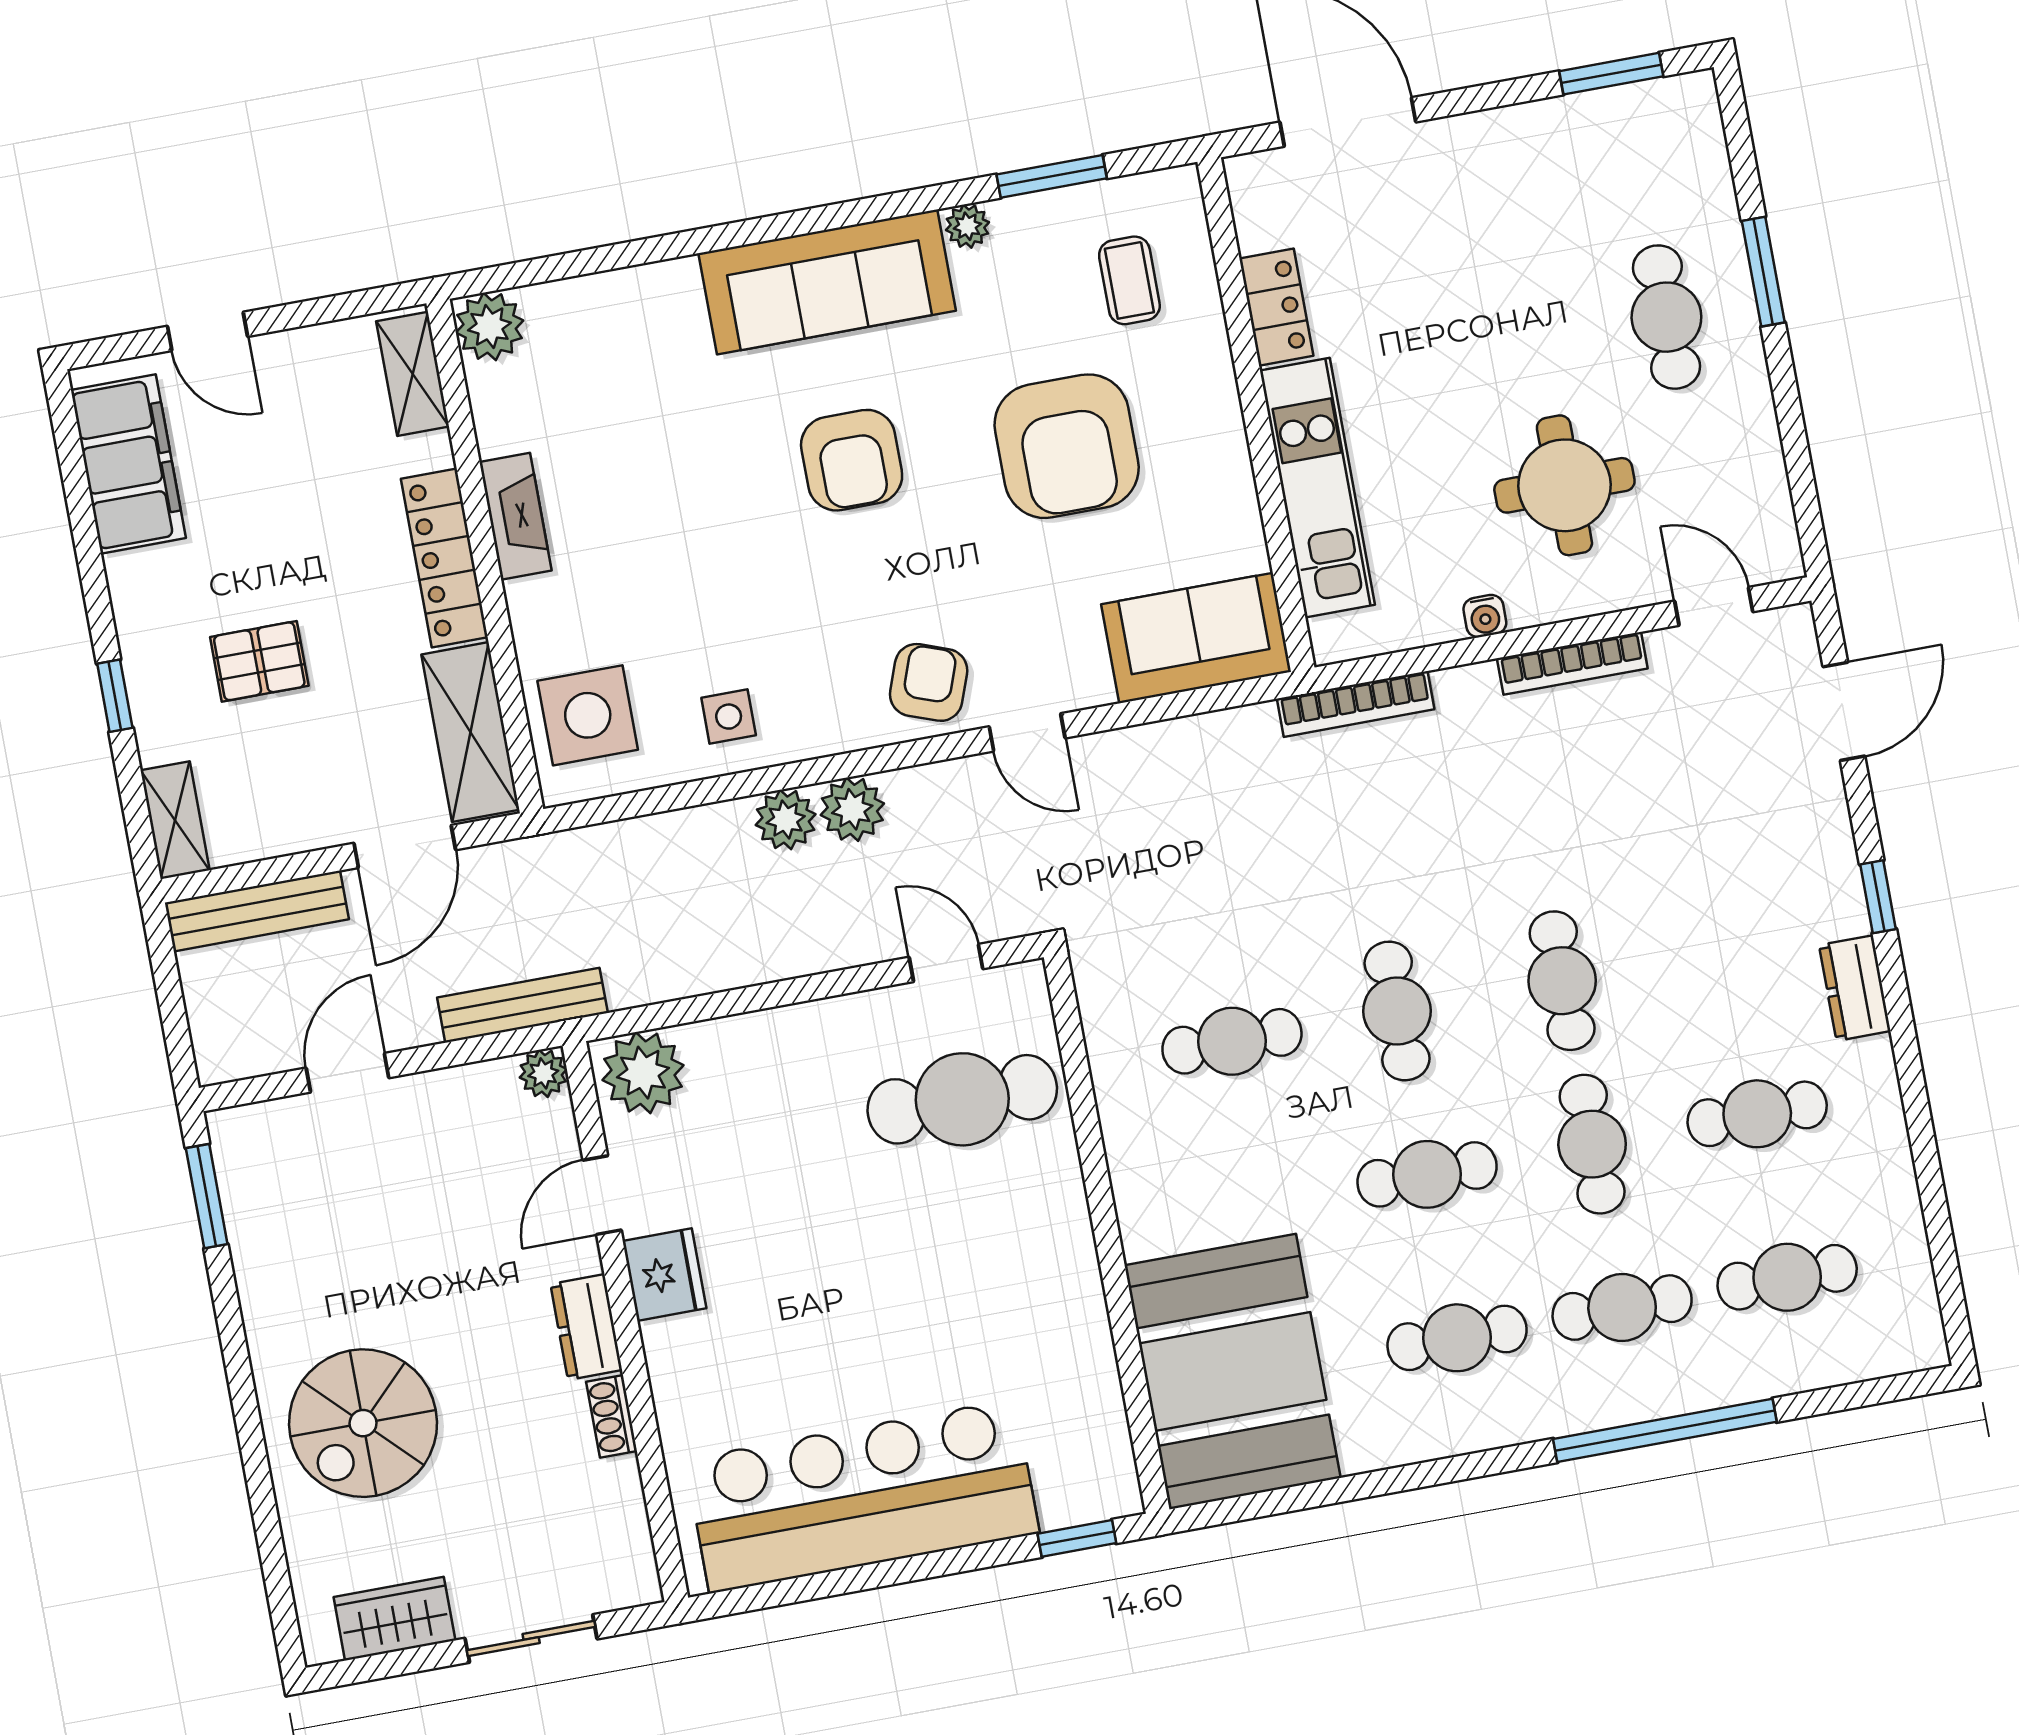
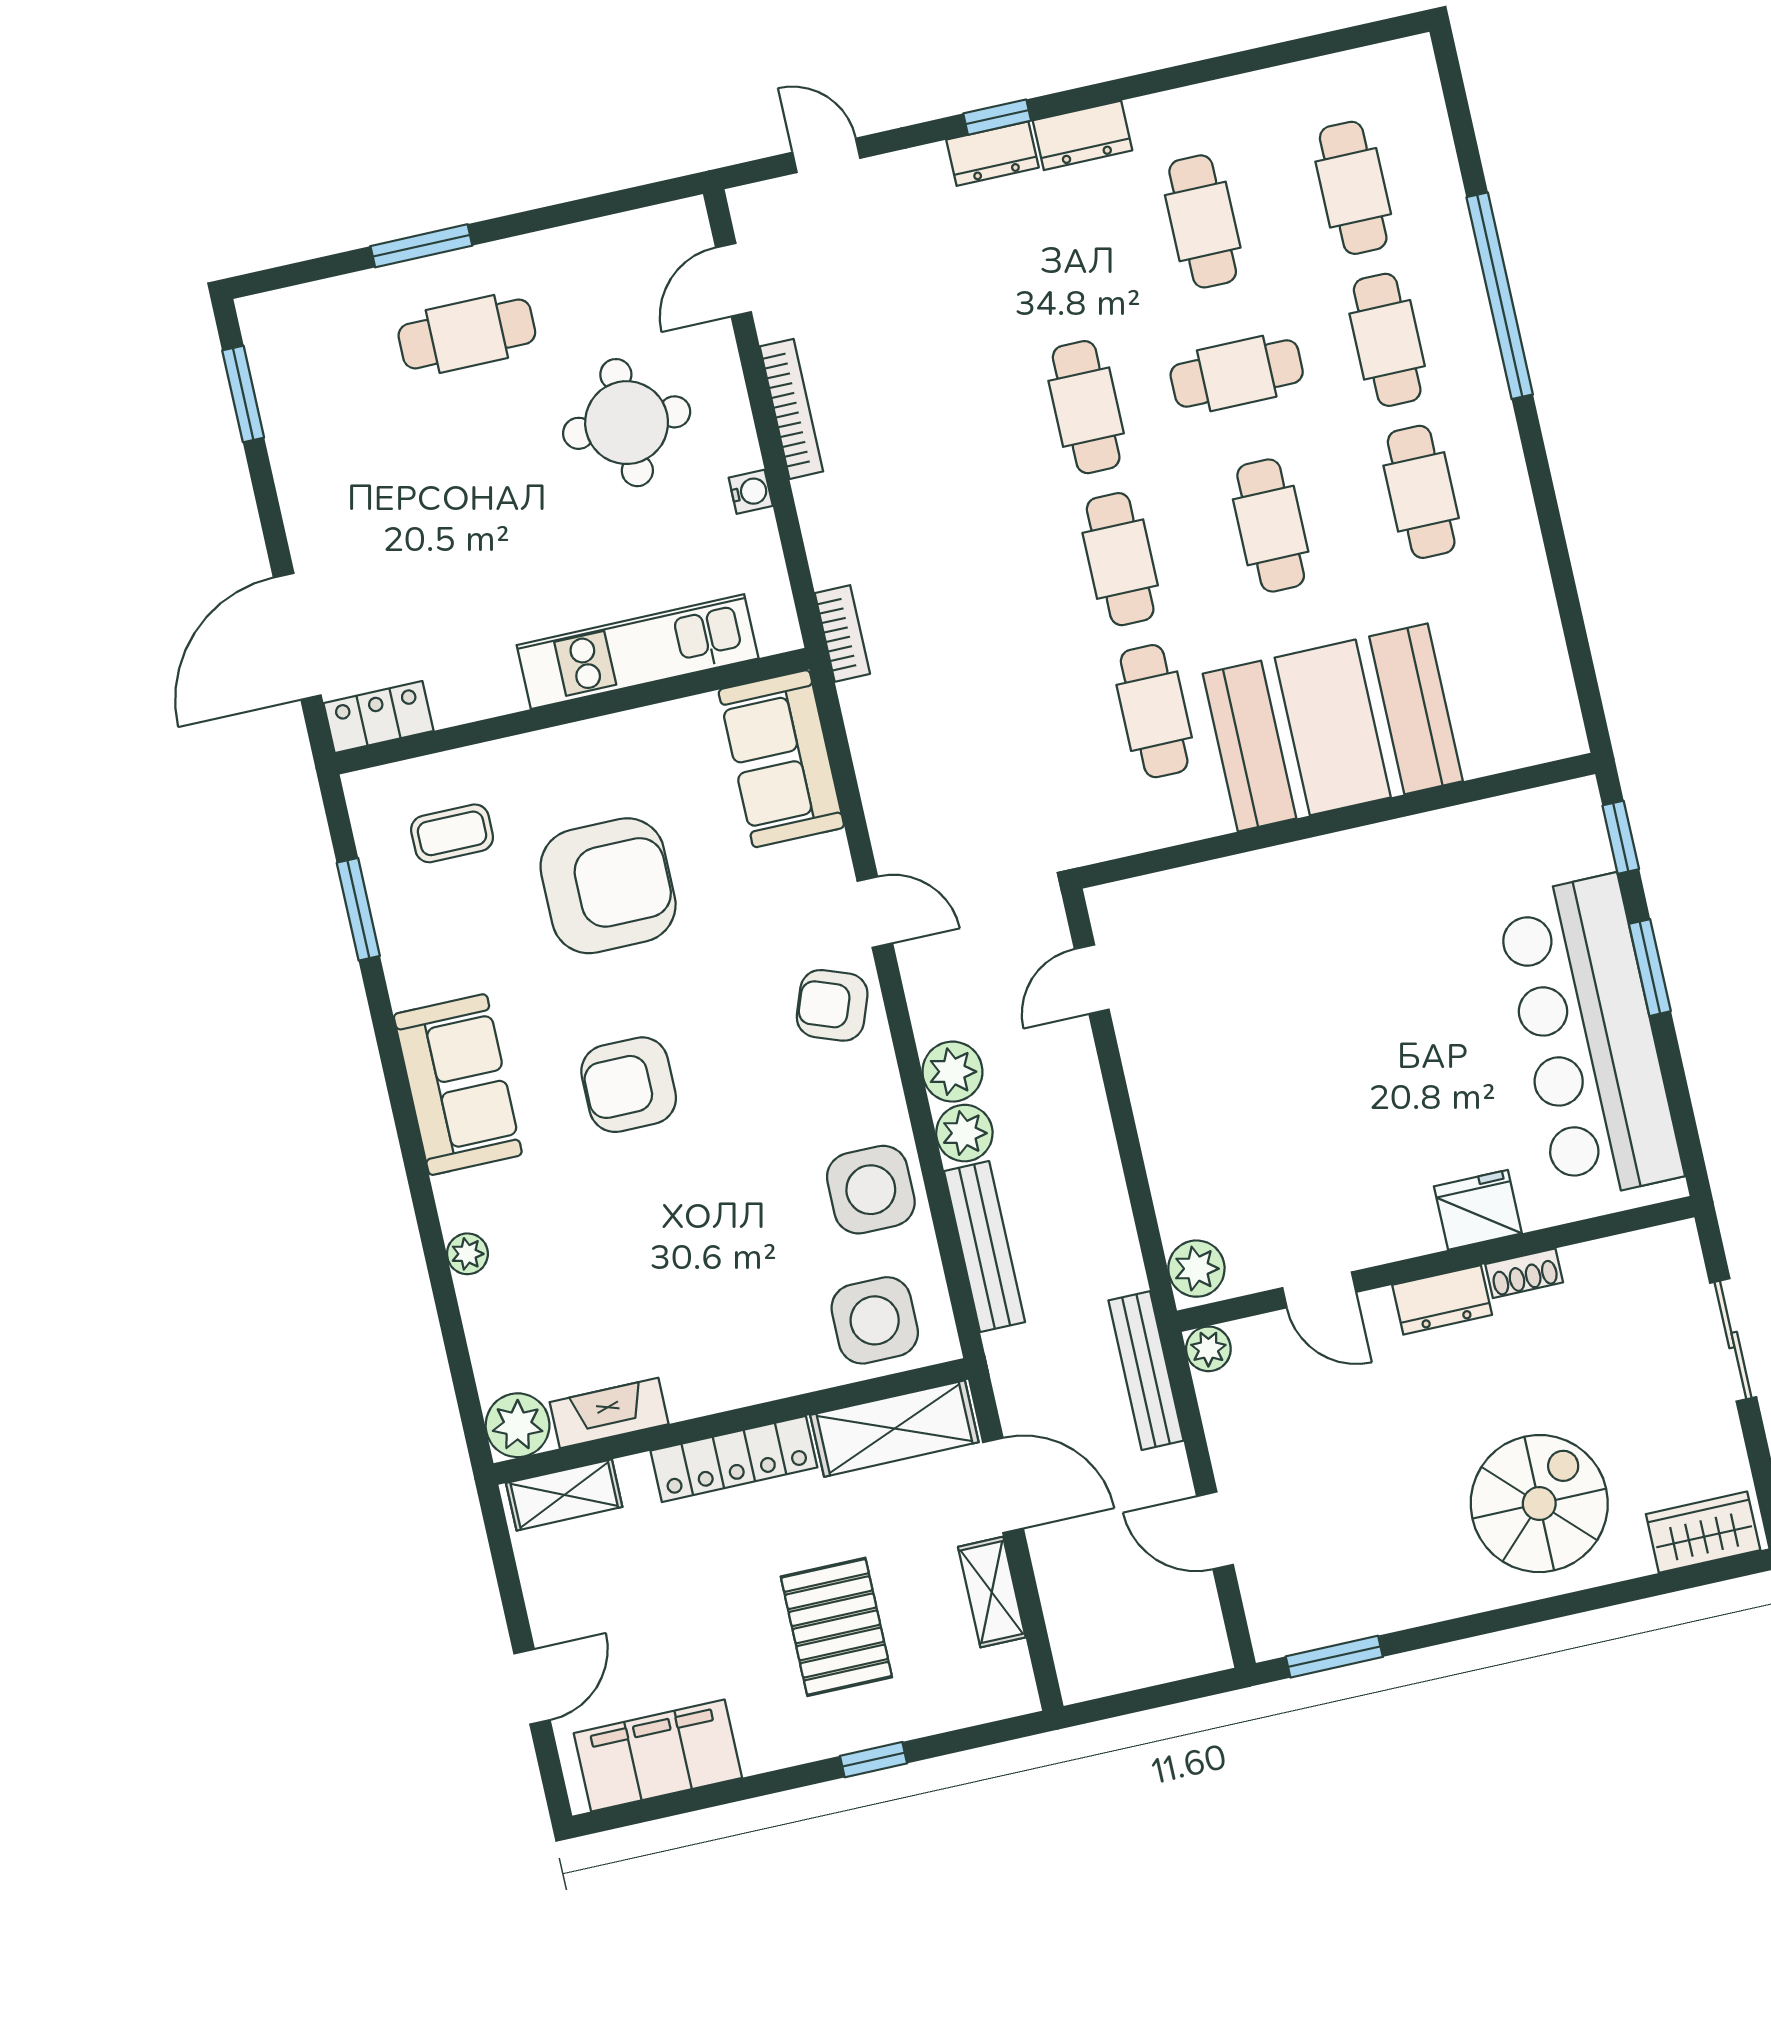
plant: (967, 226) -> (467, 1254), moved
sofa: (827, 282) -> (458, 1085), width x0.73
locker: (1276, 307) -> (379, 717), moved
armchair: (852, 460) -> (629, 1085), turned 180
fireplace: (516, 516) -> (609, 1413), moved
pallet: (259, 661) -> (836, 1627), width x1.50, depth x1.42
bookcase: (1356, 704) -> (842, 633), width x0.64
door: (1844, 711) -> (826, 155), width x0.73
side table: (729, 717) -> (871, 1190), width x1.87, depth x1.87
door: (1027, 732) -> (875, 912), hinge flipped
shelving: (175, 820) -> (992, 1592), moved, turned 90
dresser: (1839, 890) -> (992, 154), added
bench: (257, 911) -> (985, 1247), moved
cafe table: (1562, 981) -> (1086, 407), turned 90
cafe table: (1397, 1011) -> (1120, 559), turned 90
plant: (643, 1073) -> (1196, 1269), width x0.73, depth x0.73
cafe table: (962, 1099) -> (1218, 959), removed
fridge: (664, 1275) -> (1478, 1210), moved
booth: (1233, 1372) -> (1333, 727), moved
spiral stairs: (363, 1423) -> (1539, 1504), turned -90
window: (935, 1564) -> (1650, 968), added
wardrobe: (394, 1619) -> (1703, 1532), moved, turned 90

